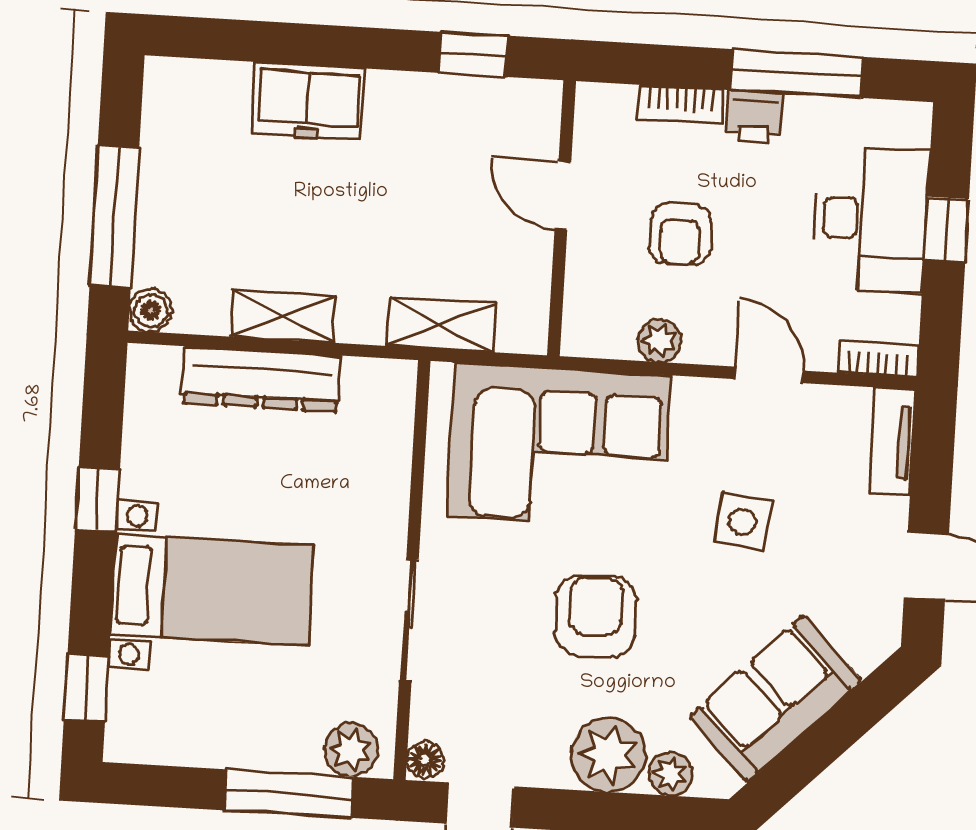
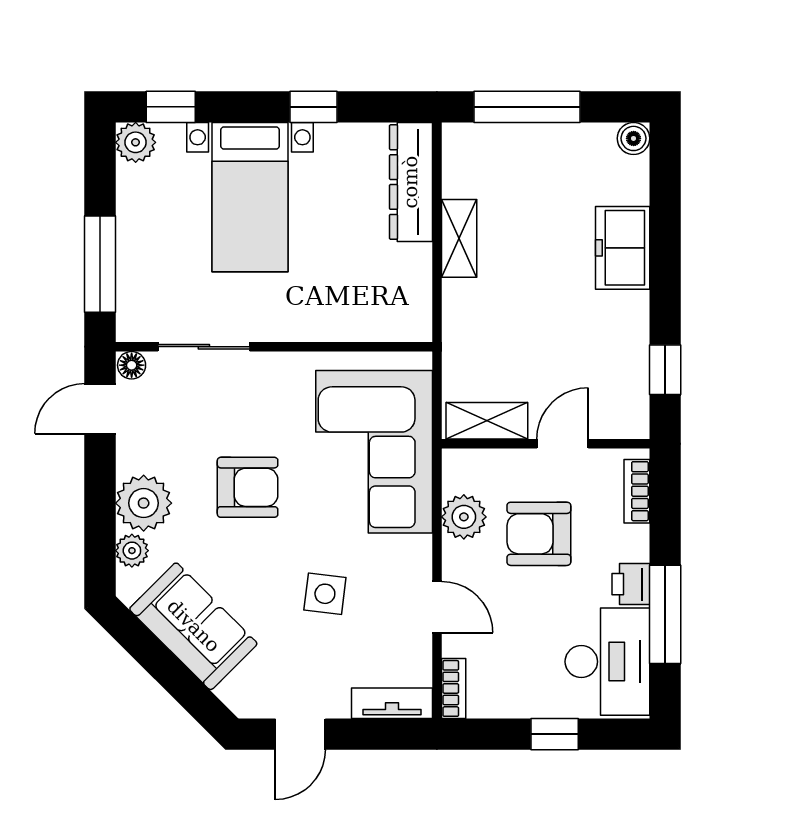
bookcase: (681, 104) -> (637, 491), moved
desk: (870, 219) -> (607, 662), moved, turned -90
armchair: (680, 234) -> (539, 534), width x1.38, depth x1.38
boiler: (151, 311) -> (634, 138), moved
shelving: (441, 325) -> (487, 421), moved, turned 90
plant: (659, 341) -> (464, 517), width x1.38, depth x1.38
door: (769, 375) -> (437, 607), hinge flipped
dresser: (261, 379) -> (411, 182), moved
sliding door: (409, 620) -> (204, 347), moved
plant: (351, 750) -> (136, 142), moved

